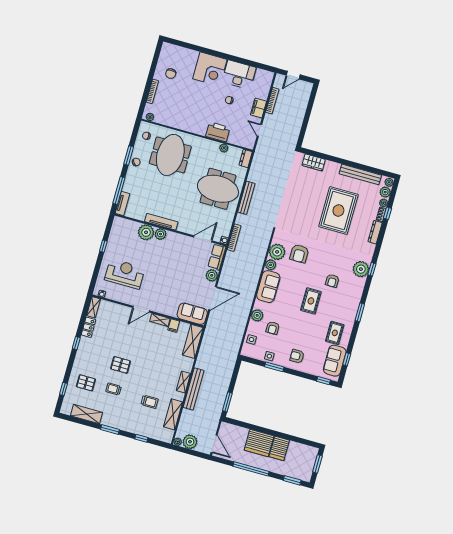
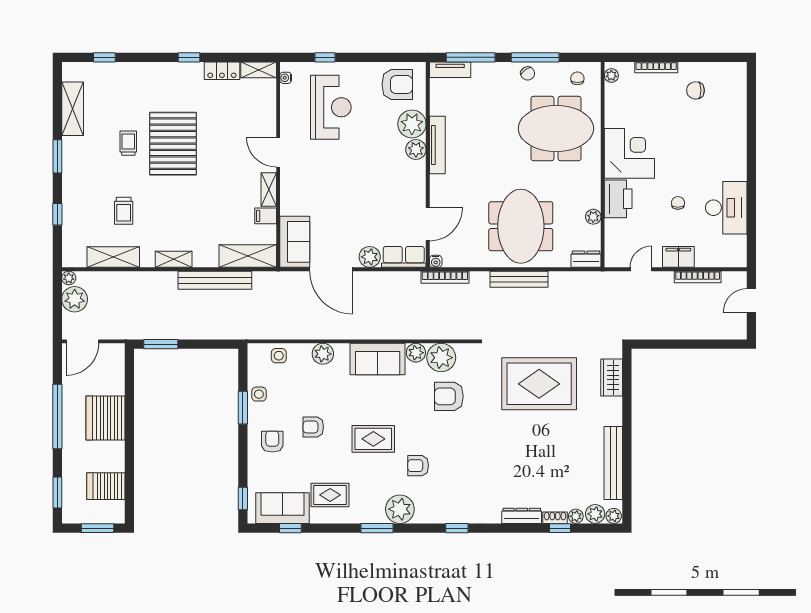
corner desk: (210, 69) -> (629, 153), moved, turned 180
door: (293, 75) -> (751, 301), hinge flipped
window: (129, 156) -> (535, 57), width x1.44
rug: (338, 211) -> (539, 384), moved
armchair: (122, 234) -> (397, 85), added
door: (203, 239) -> (428, 224), hinge flipped
window: (103, 246) -> (325, 57), moved
plant: (361, 269) -> (400, 509), moved
armchair: (273, 328) -> (313, 427), moved
pallet: (121, 365) -> (173, 144), width x2.05, depth x2.00
pallet: (86, 383) -> (126, 93), removed
bench: (194, 389) -> (215, 280), moved
server rack: (279, 448) -> (106, 486), moved

